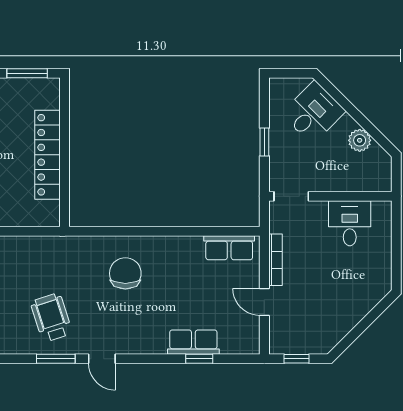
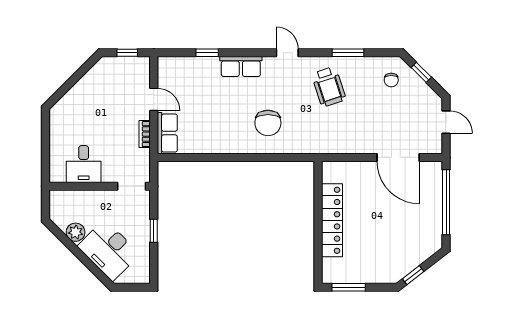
desk: (313, 112) -> (109, 250), width x1.37
row of seats: (229, 248) -> (167, 133), moved, turned 90
bookcase: (275, 260) -> (145, 134), width x0.64
row of seats: (193, 342) -> (241, 66), moved
window: (56, 359) -> (348, 53), moved

